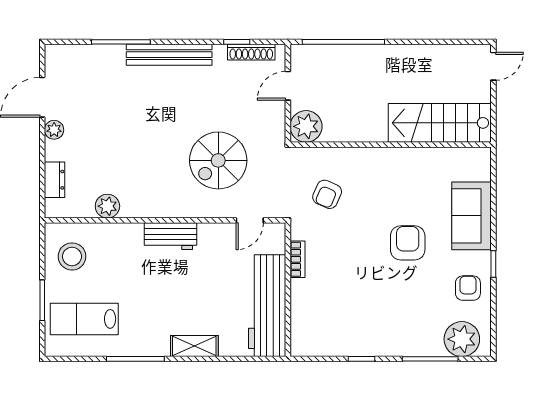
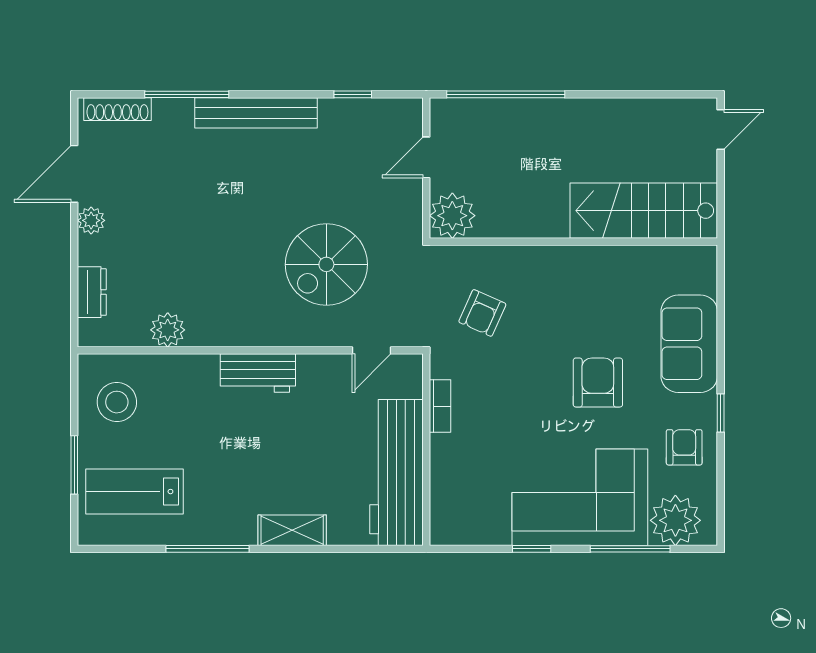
shoe rack: (251, 52) -> (117, 109), moved
corner sofa: (395, 323) -> (580, 497), added

